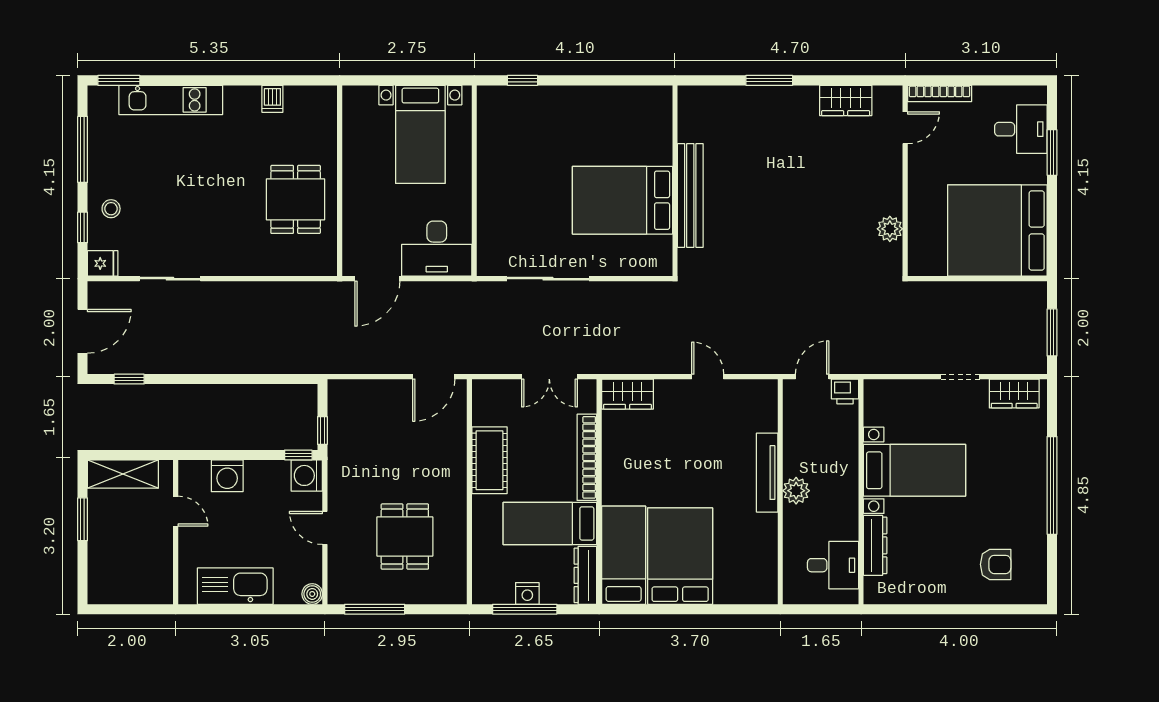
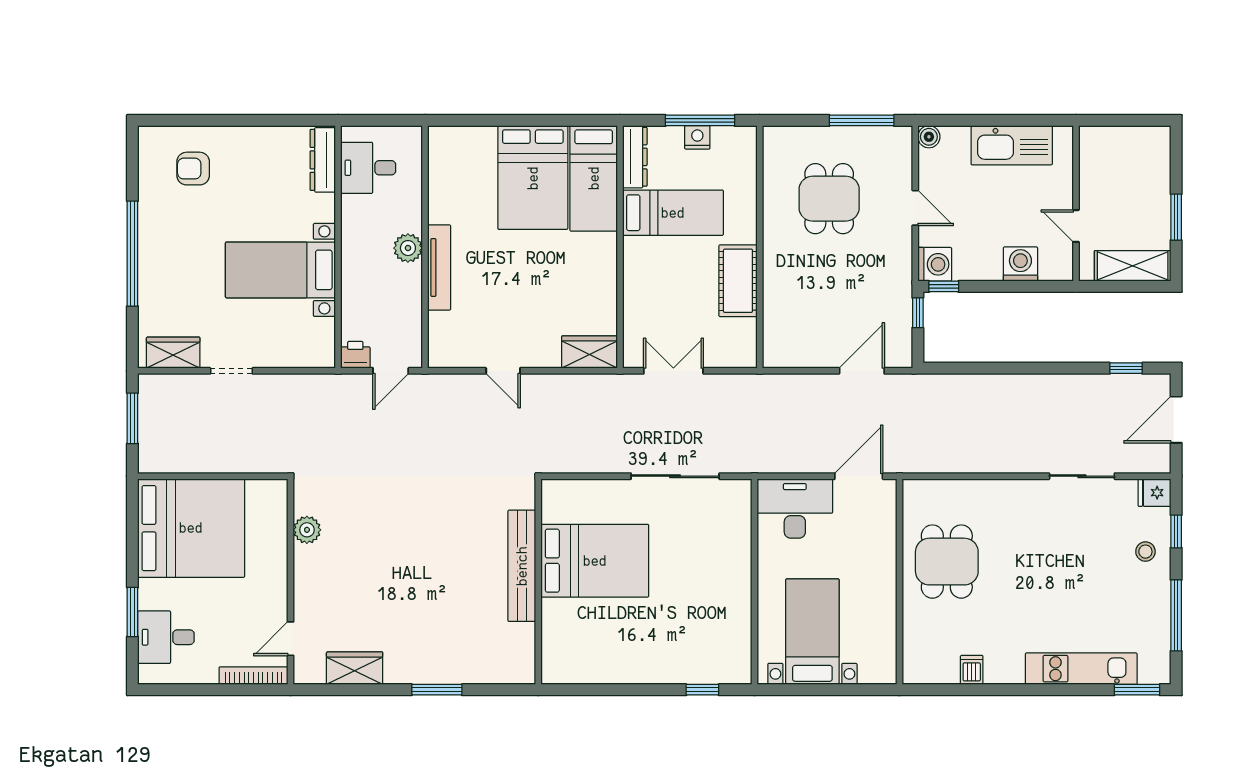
door: (434, 377) -> (862, 371), moved
bookcase: (587, 457) -> (633, 284), removed
dresser: (875, 545) -> (323, 160), moved

